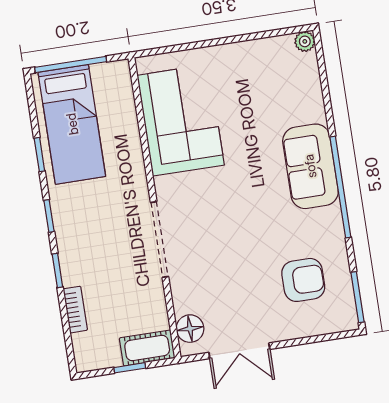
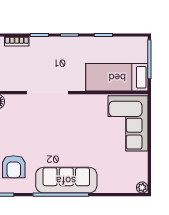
corner sofa: (181, 120) -> (128, 123), moved, turned 90
bed: (72, 124) -> (117, 77), moved
sofa: (310, 166) -> (66, 180), width x1.36

